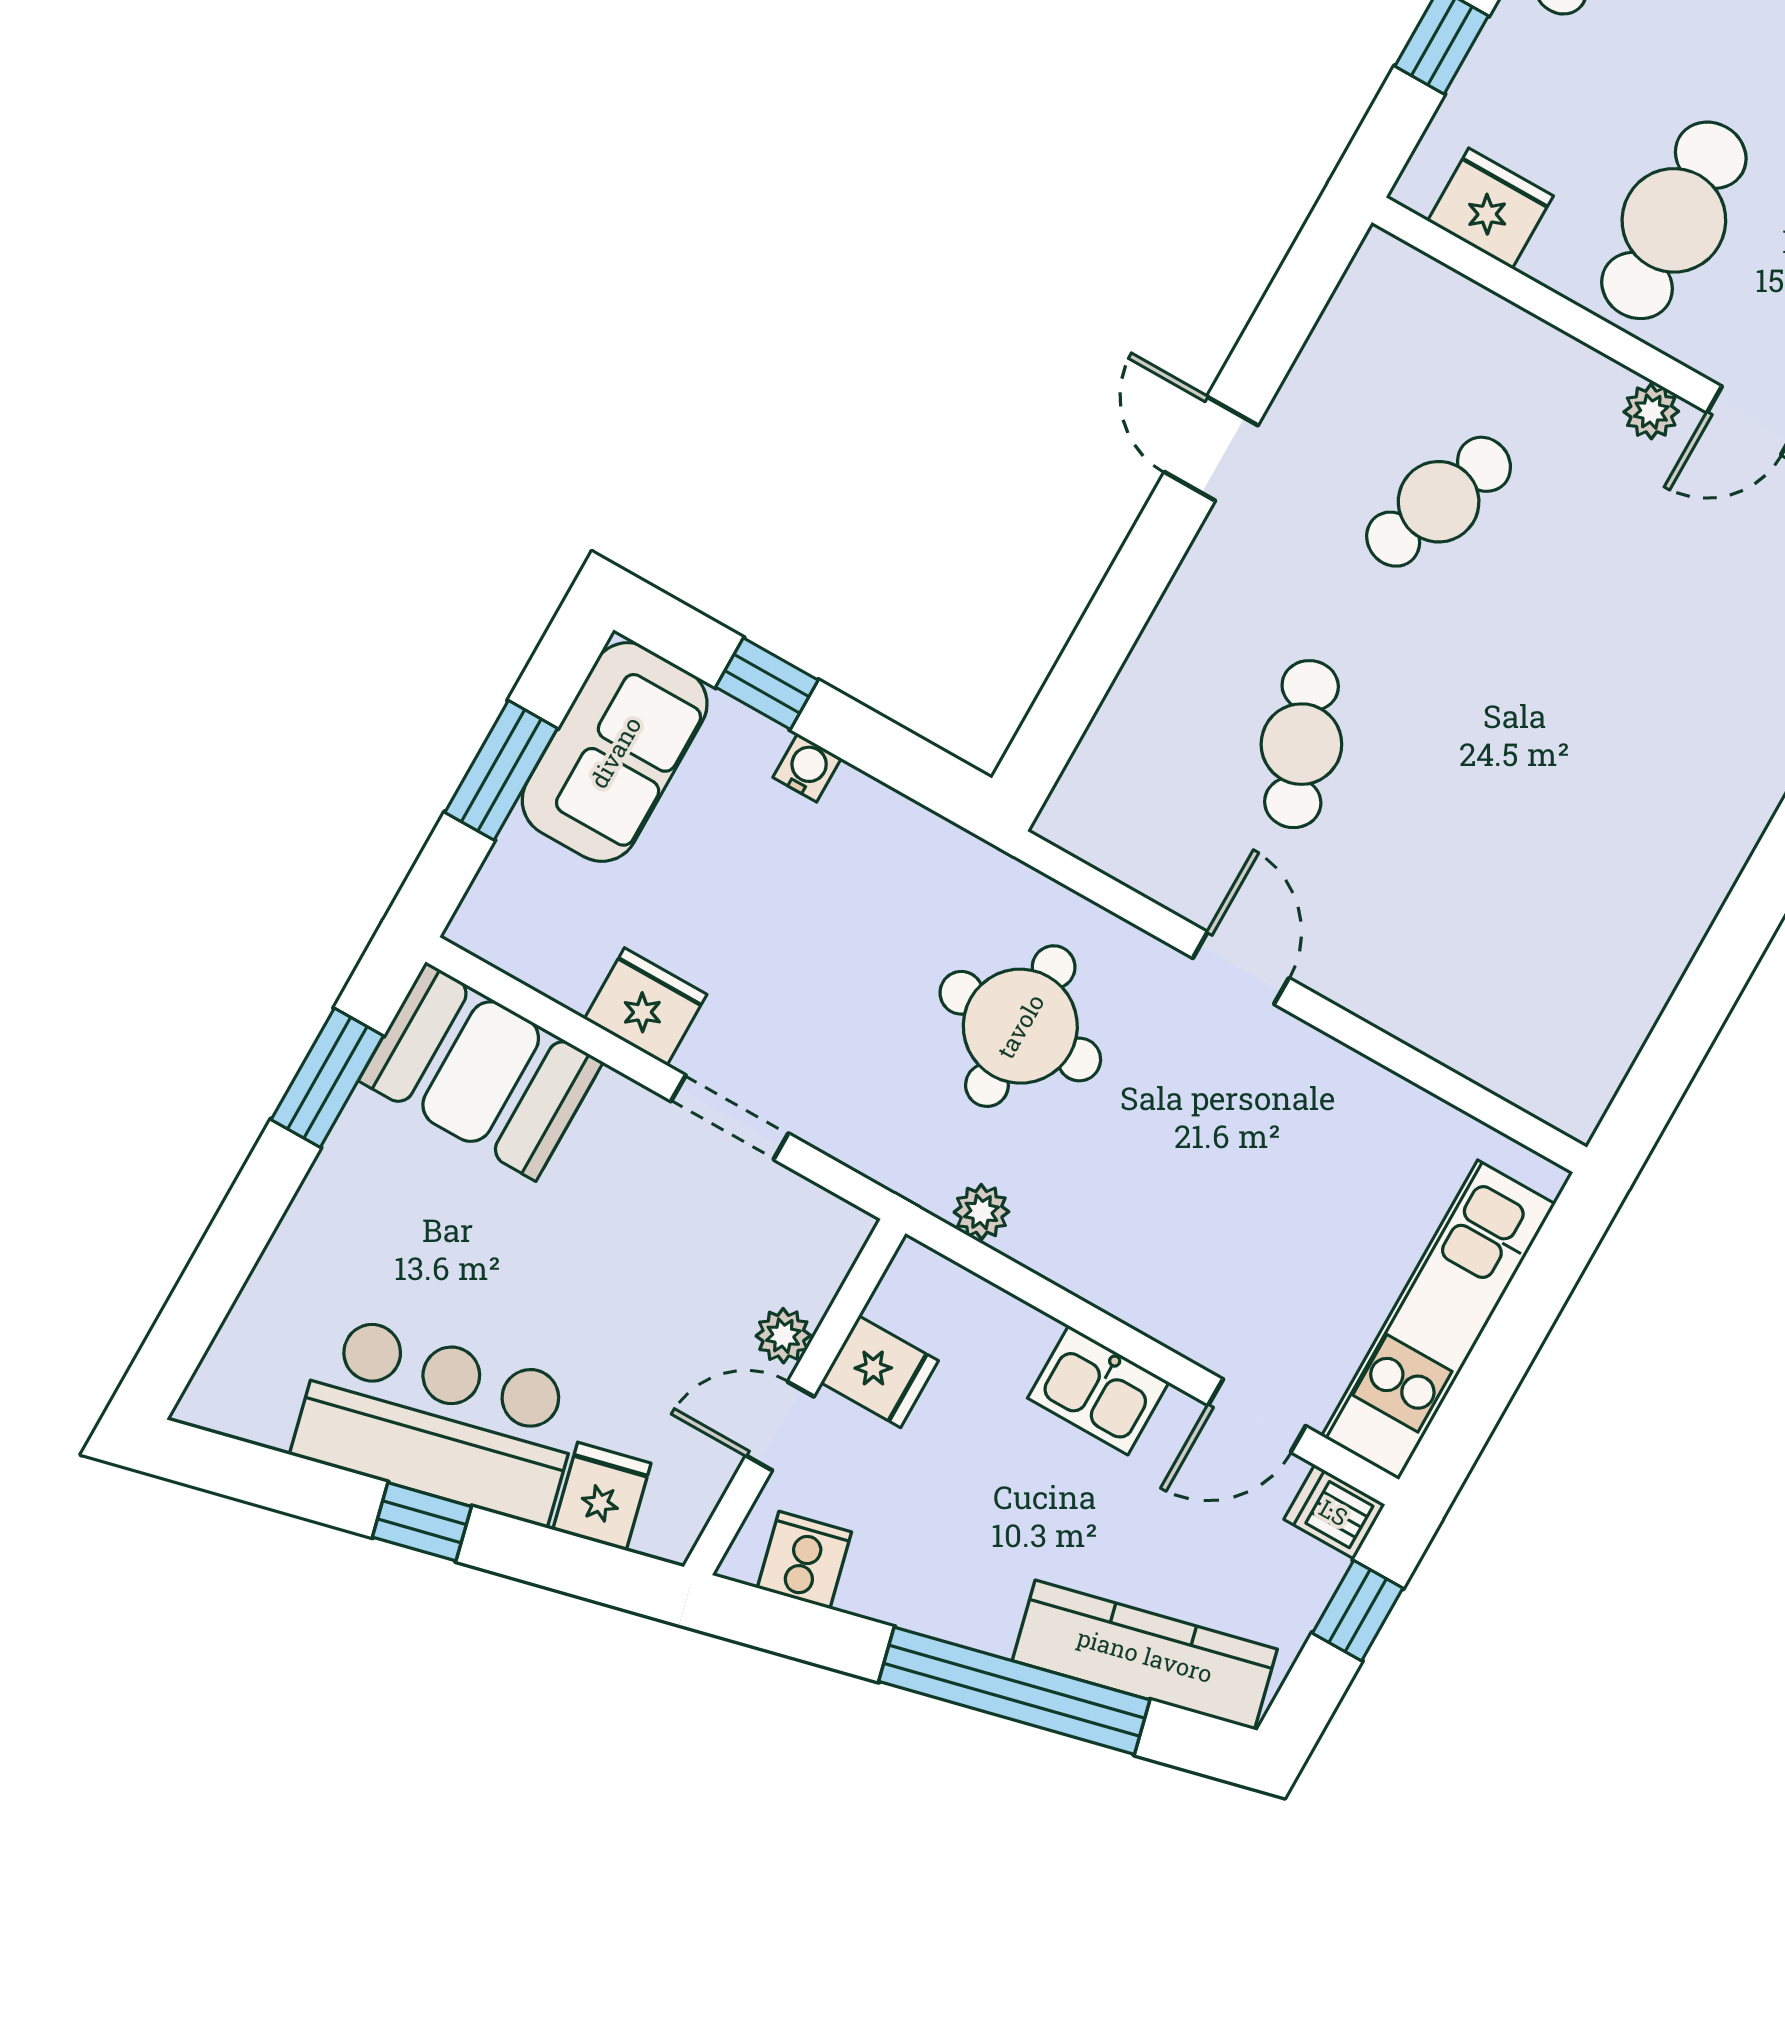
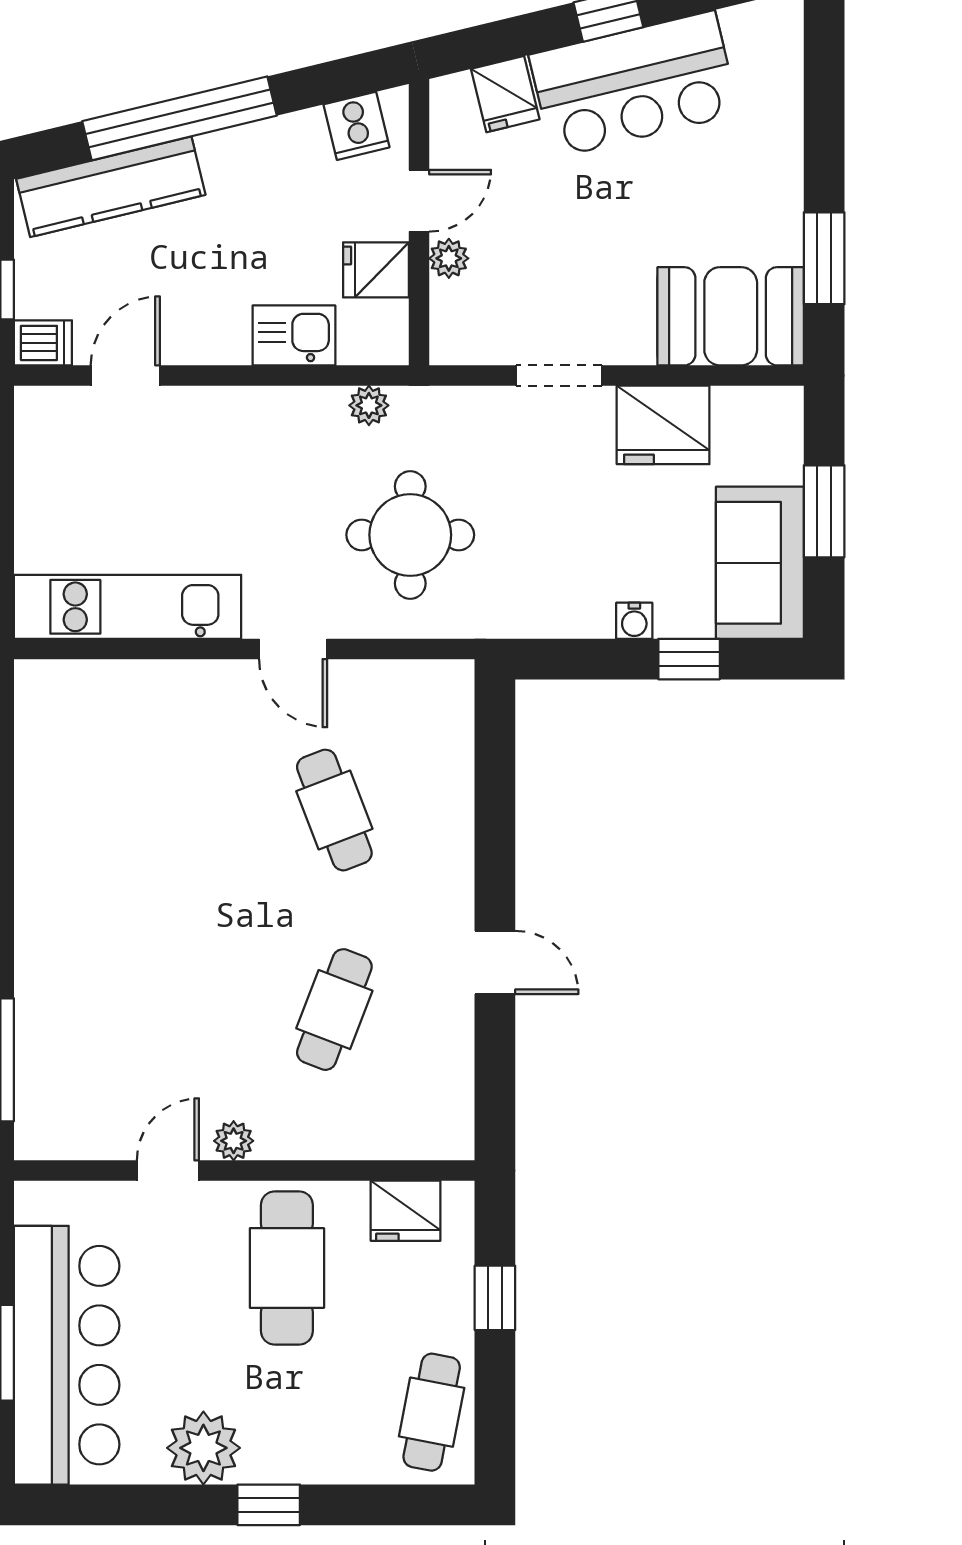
fridge: (646, 1007) -> (663, 425), width x1.36, depth x1.34
kitchen unit: (1438, 1320) -> (128, 607), moved, turned -90
kitchen sink: (1098, 1390) -> (294, 335), moved

